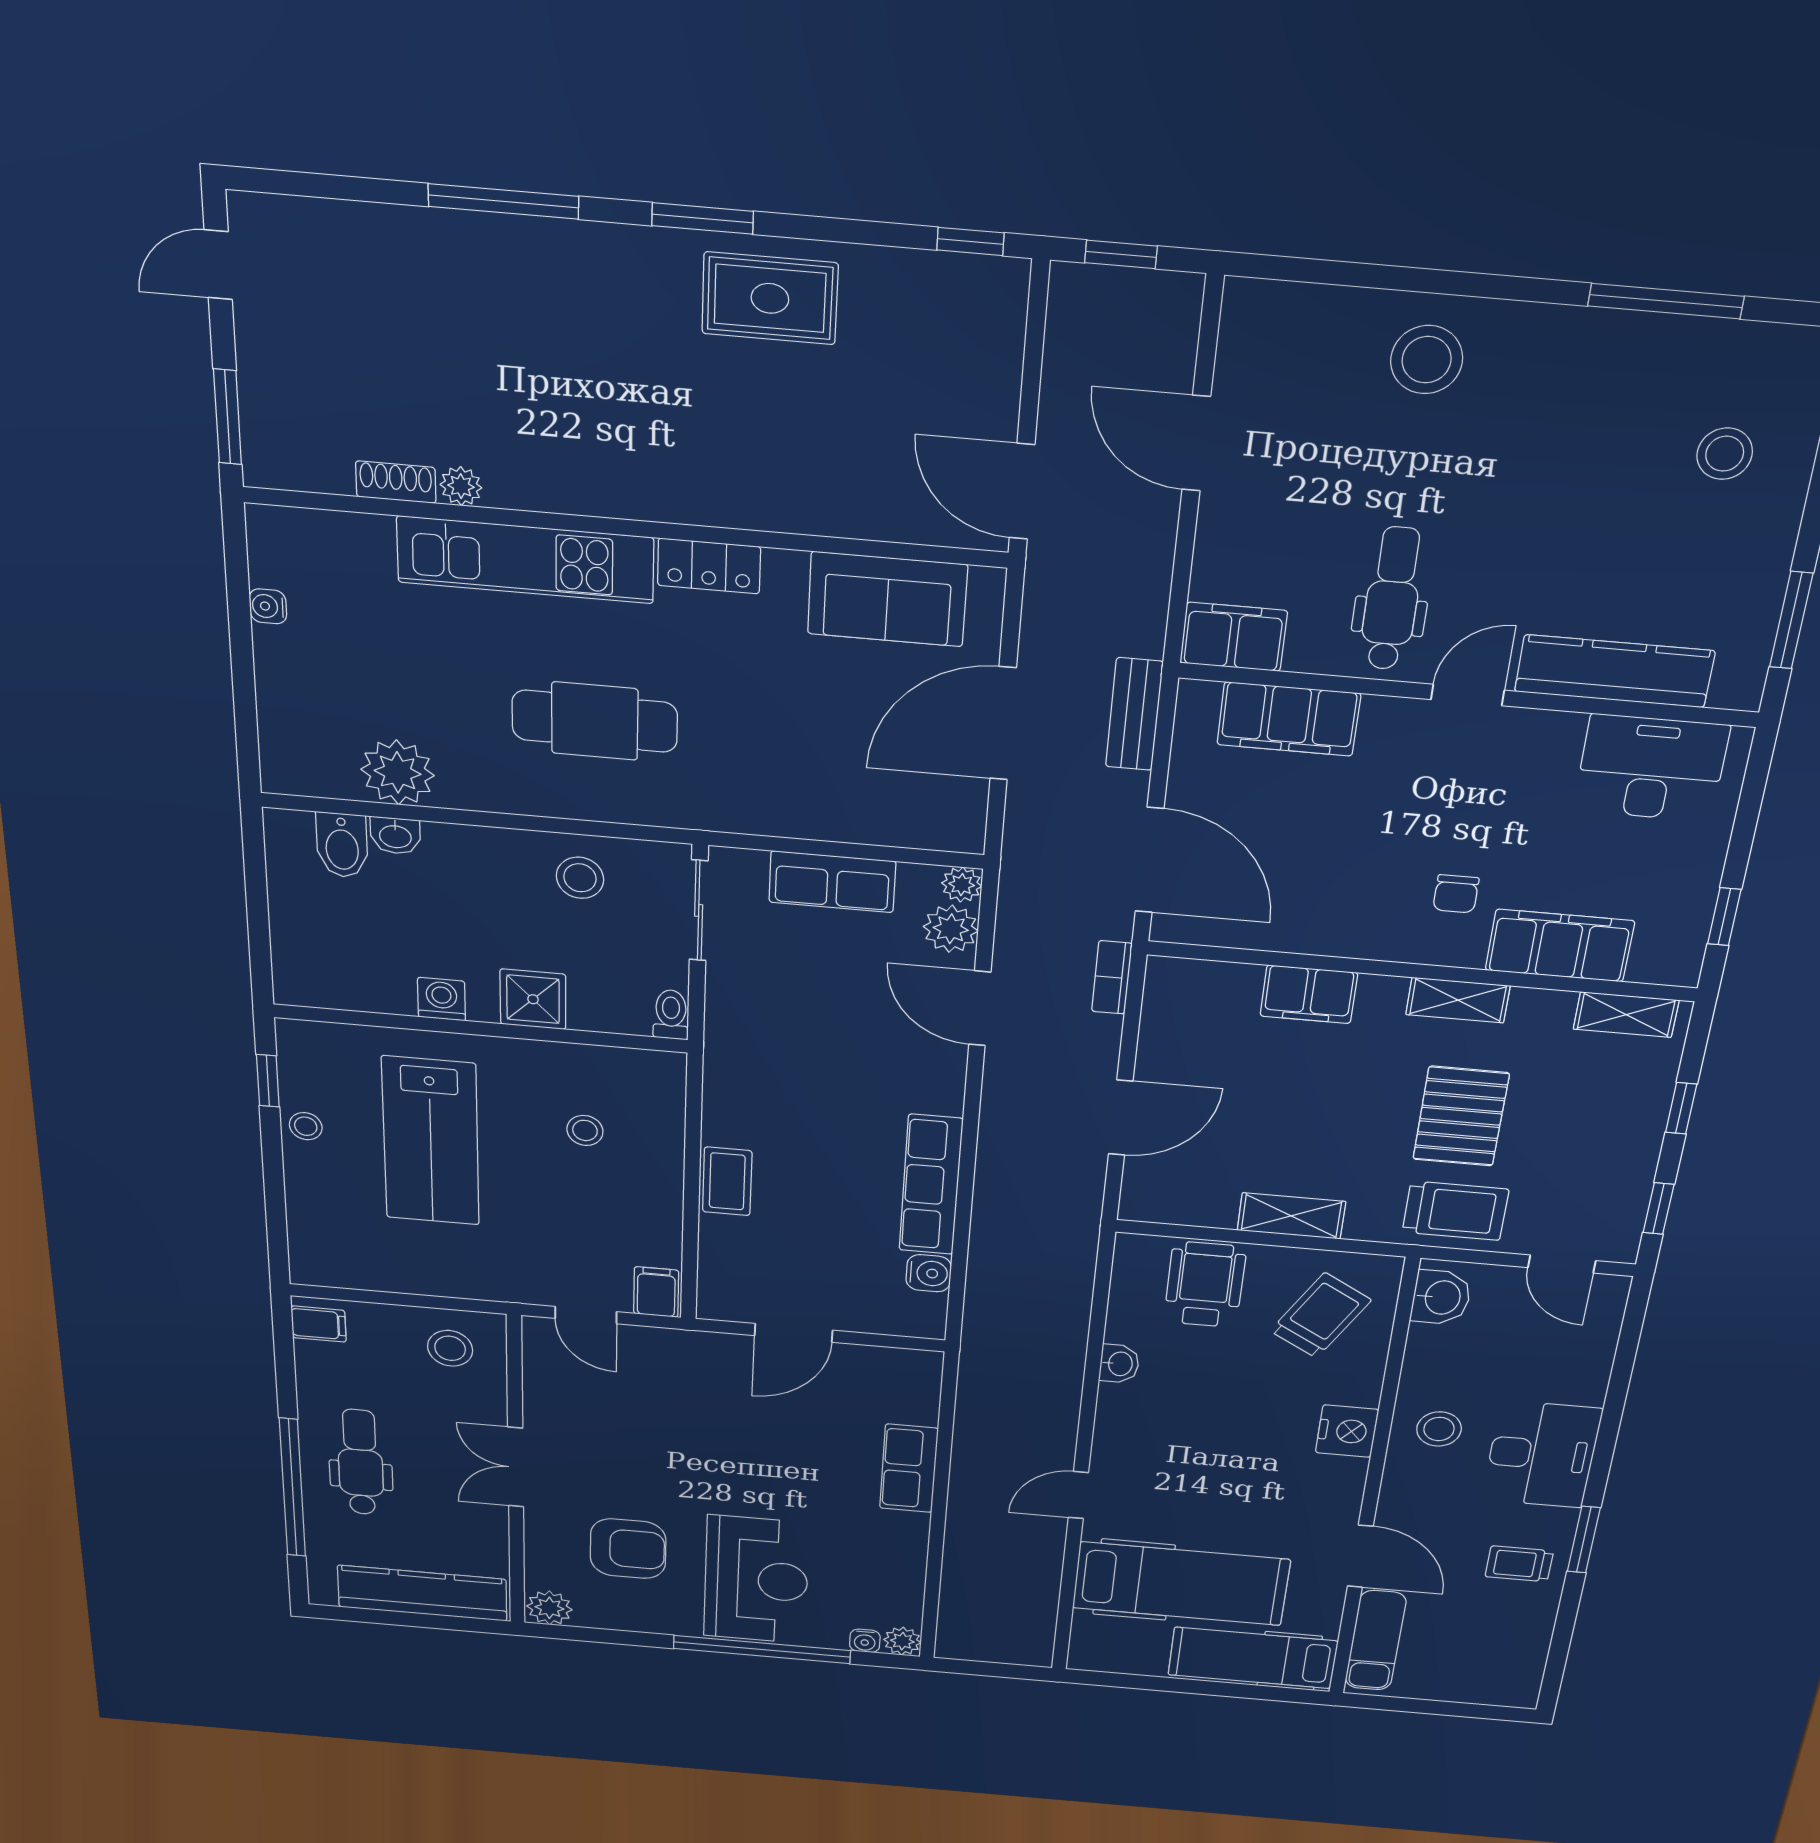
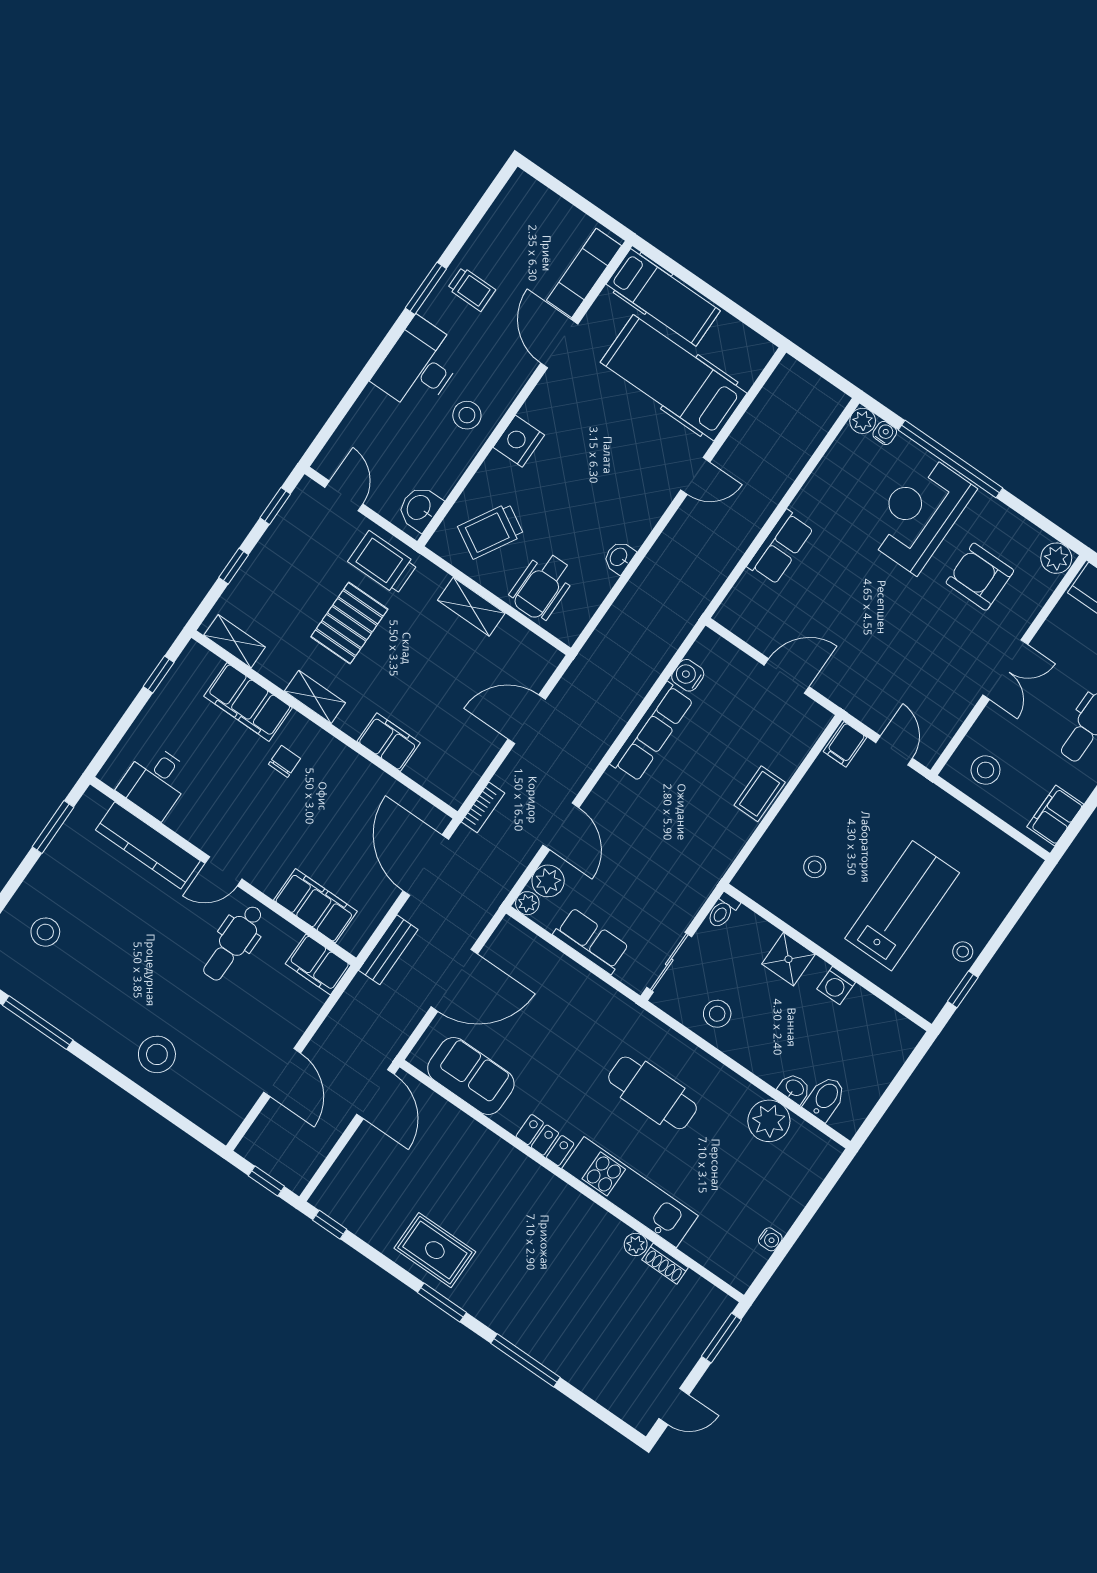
desk: (1651, 768) -> (155, 782), width x0.73
filing cabinet: (319, 1324) -> (1055, 816), width x2.00

